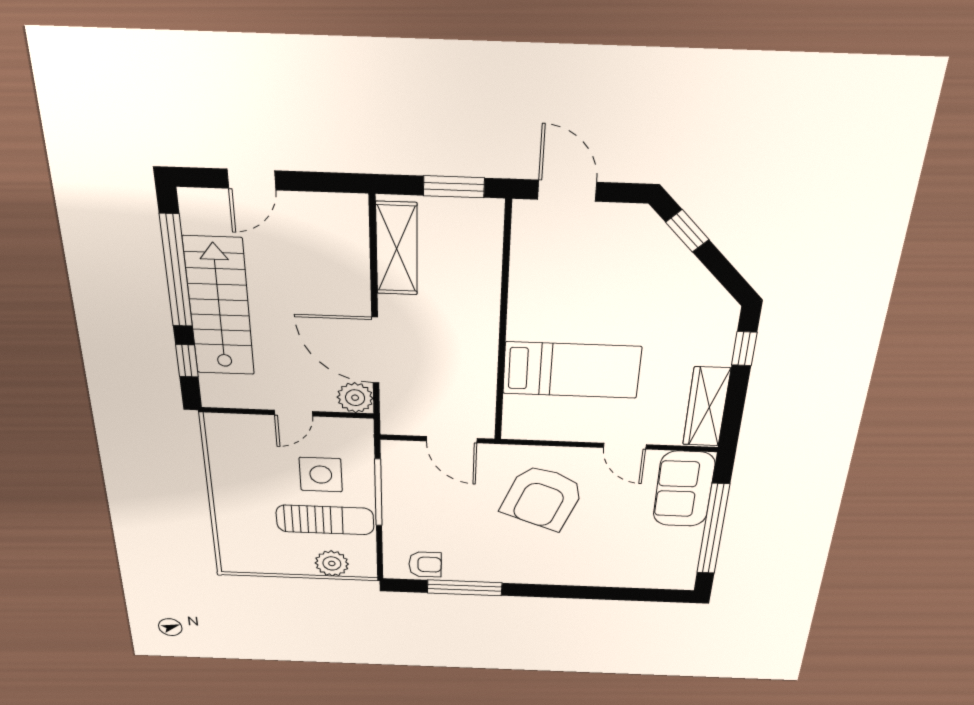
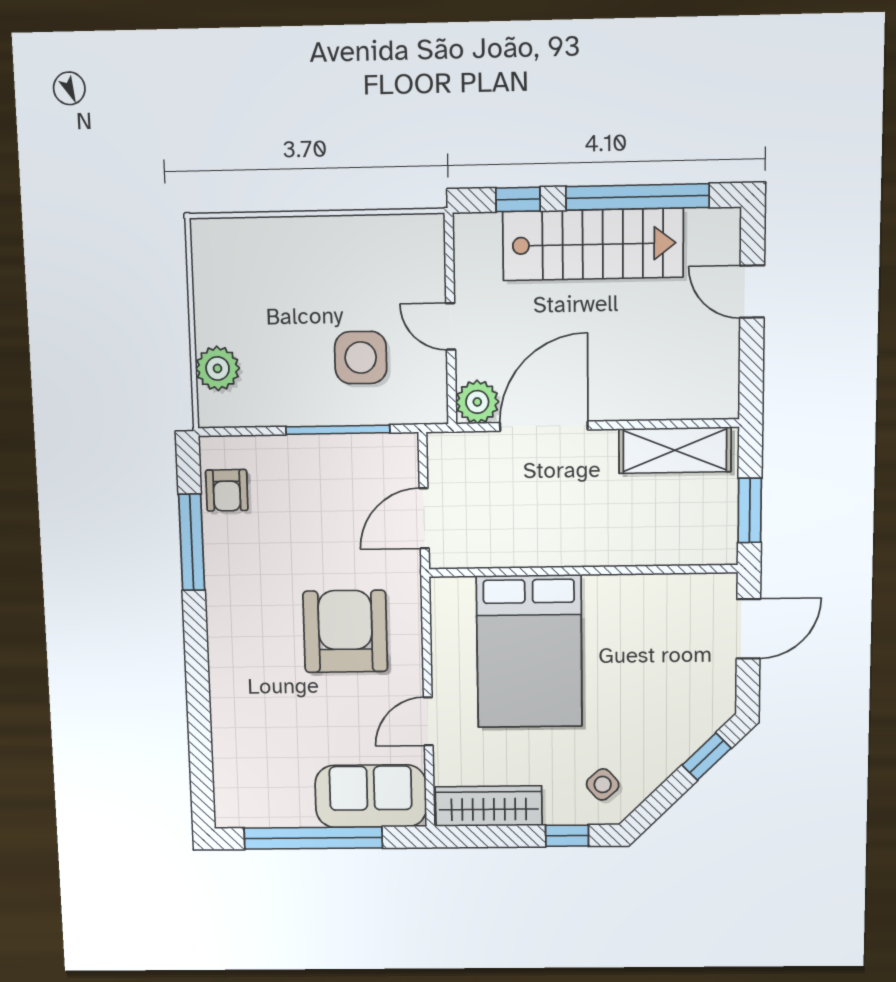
side table: (701, 319) -> (603, 784), added
bed: (572, 370) -> (529, 651), width x1.50
armchair: (542, 498) -> (345, 631), turned 69
sun lounger: (325, 520) -> (289, 361), removed

